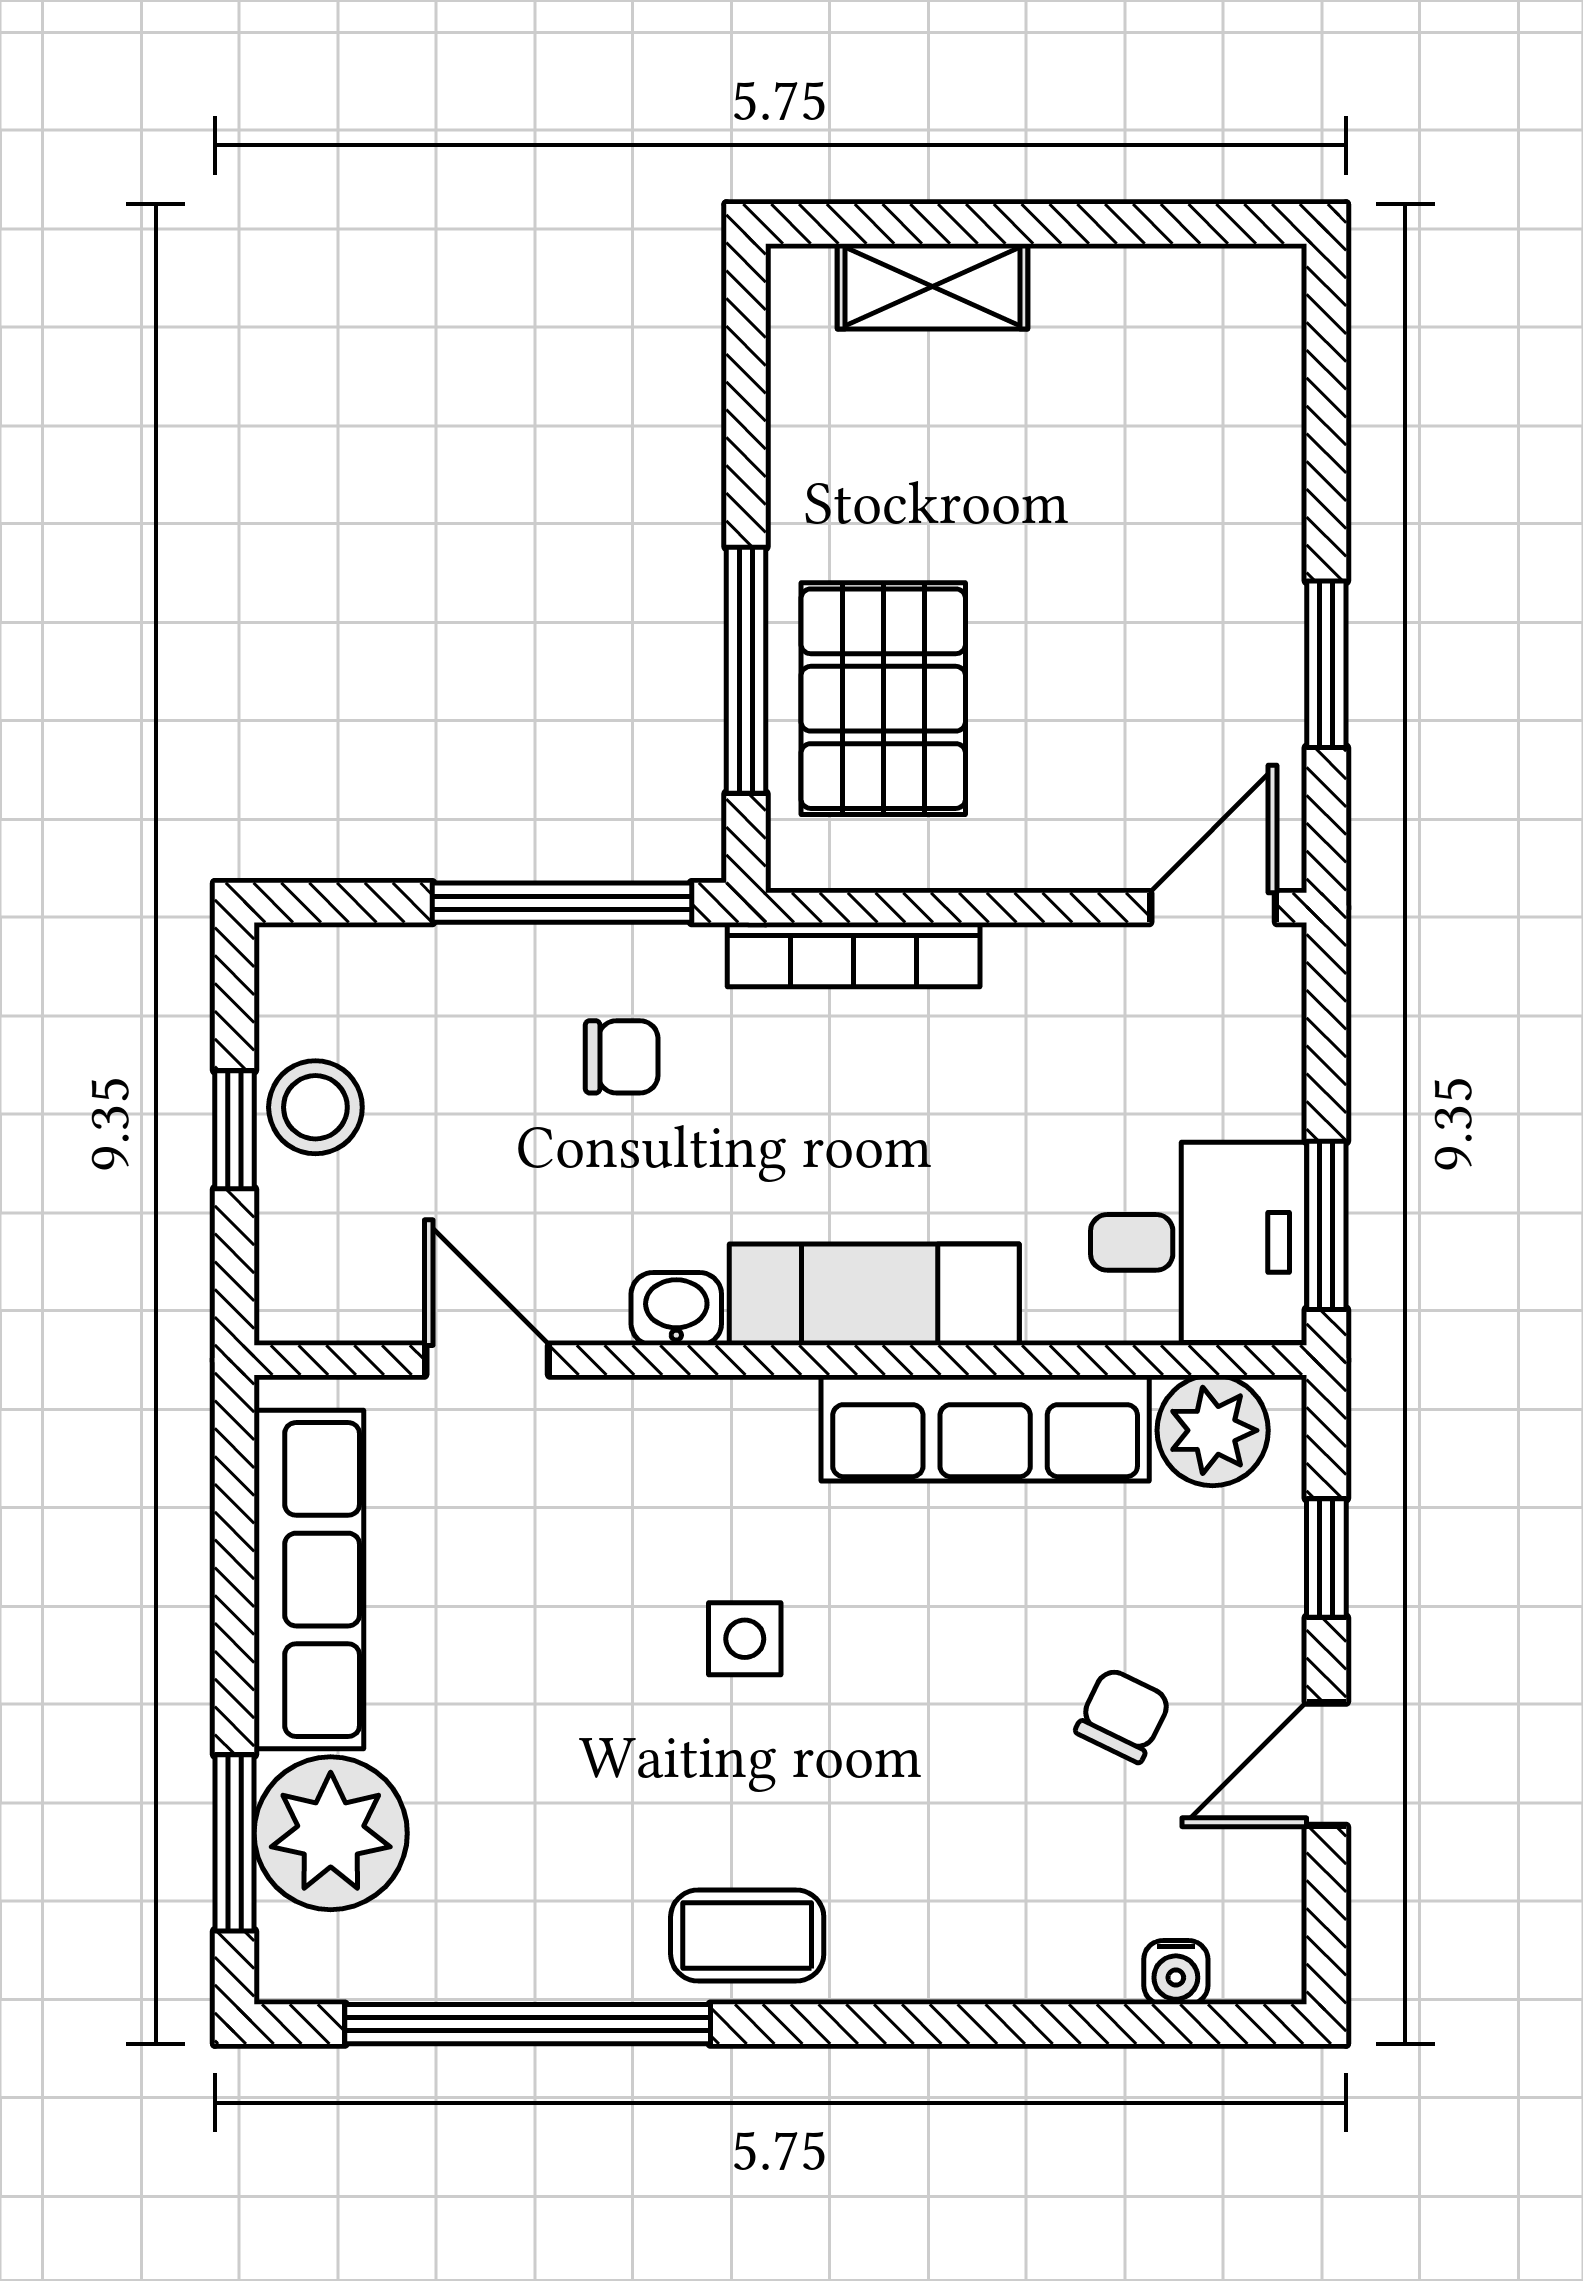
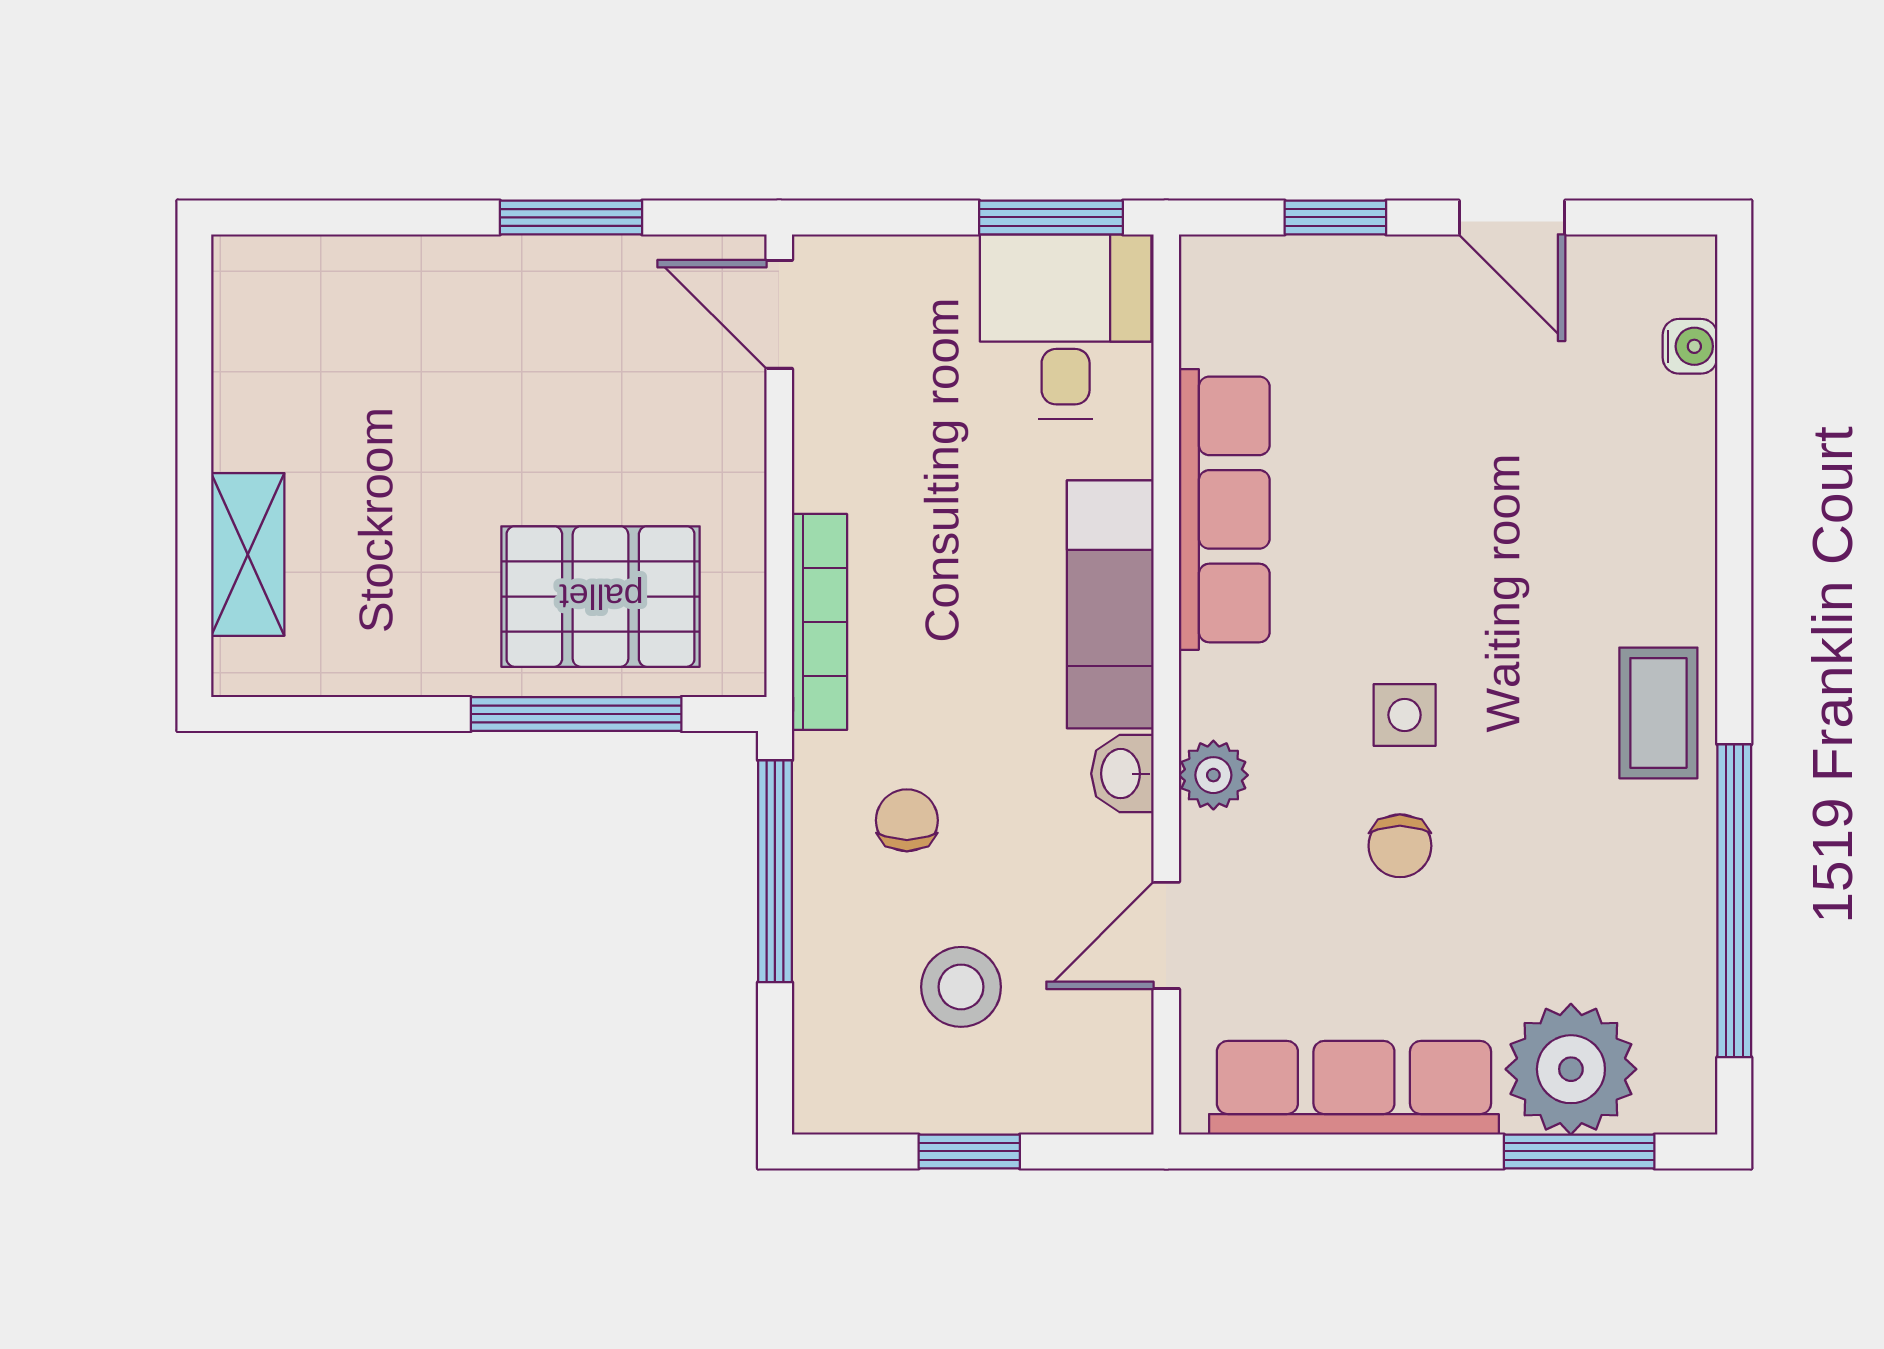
stool: (315, 1107) -> (961, 987), moved
plant: (1213, 1430) -> (1213, 775), moved, width x0.73, depth x0.73
chair: (1123, 1715) -> (1400, 846), moved, turned -116

